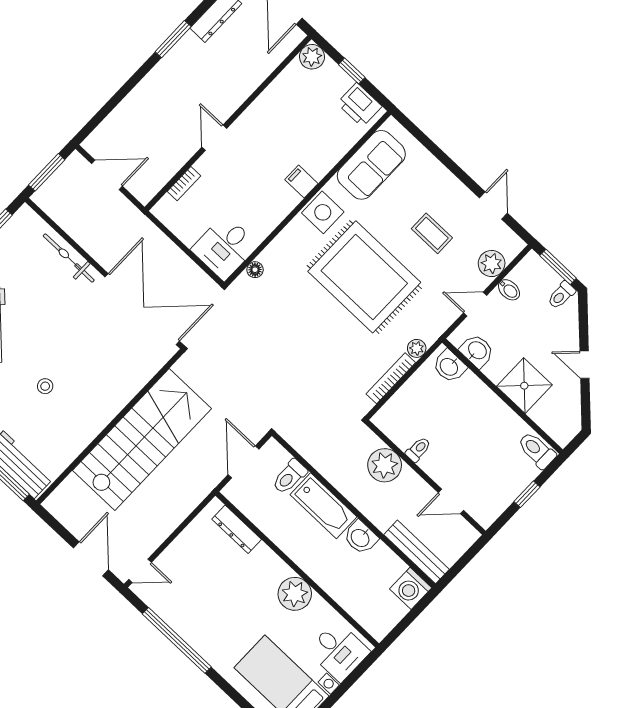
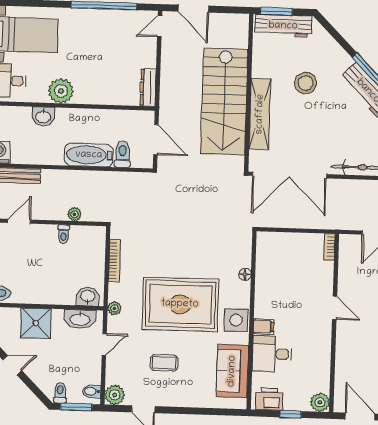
bookcase: (184, 184) -> (329, 247), moved
desk: (225, 247) -> (272, 354), moved, turned -90
plant: (492, 264) -> (115, 395), moved
floor lamp: (255, 270) -> (245, 274), moved
bidet: (509, 290) -> (92, 391), moved
plant: (417, 348) -> (114, 308), moved
washbasin: (477, 351) -> (80, 319), width x1.38
stool: (45, 386) -> (306, 83), width x1.89, depth x1.89
shelving: (118, 396) -> (260, 114), added
plant: (385, 465) -> (74, 214), width x0.53, depth x0.53
dresser: (237, 529) -> (148, 87), moved, turned -90
washbasin: (361, 537) -> (43, 116), moved, turned 180

